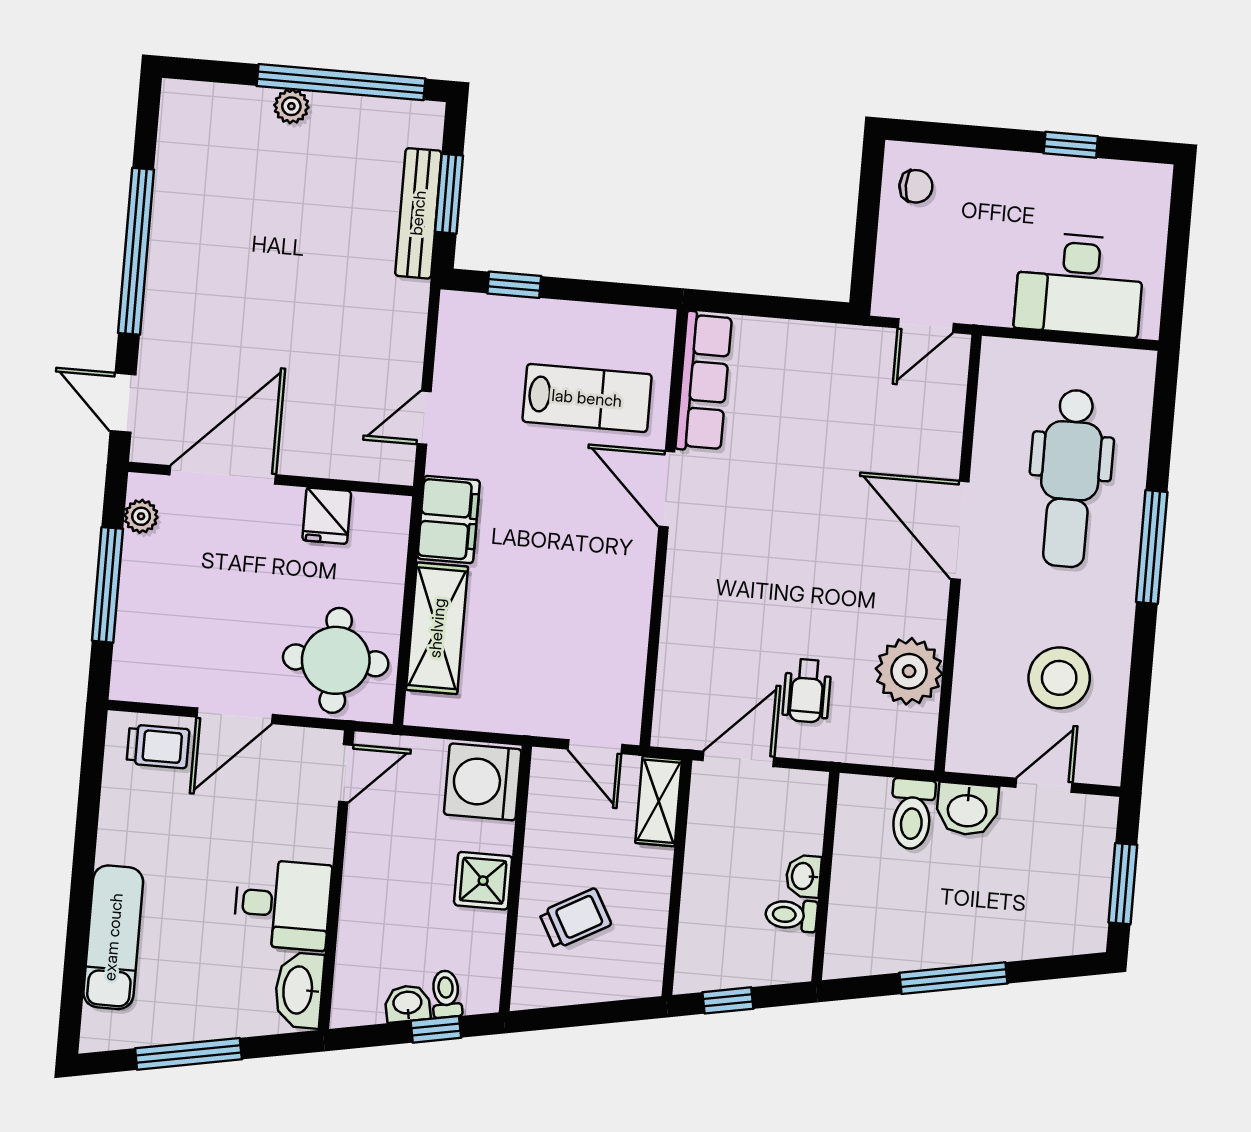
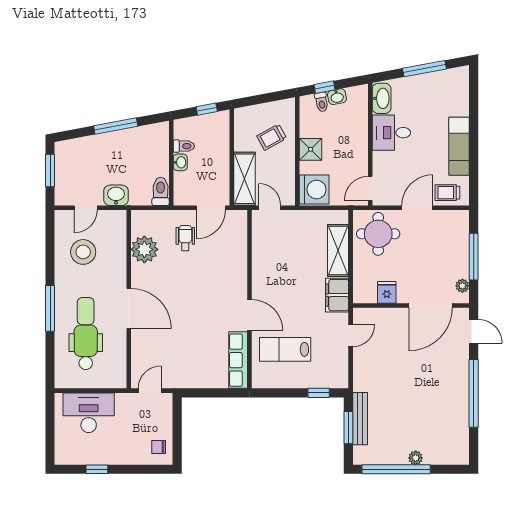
shelving: (659, 801) -> (245, 179), width x1.50, depth x1.33
toilet: (912, 814) -> (161, 191), moved
exam couch: (113, 937) -> (459, 146), moved

